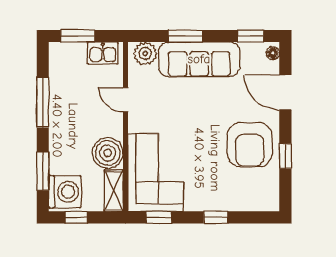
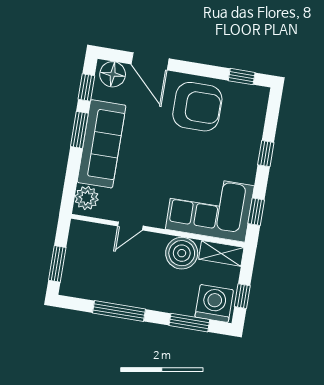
window: (185, 36) -> (79, 130), moved
kitchen sink: (103, 53) -> (79, 241), removed
floor lamp: (273, 53) -> (113, 74), width x1.89, depth x1.89
door: (285, 93) -> (150, 61), hinge flipped
window: (285, 156) -> (242, 77), moved

